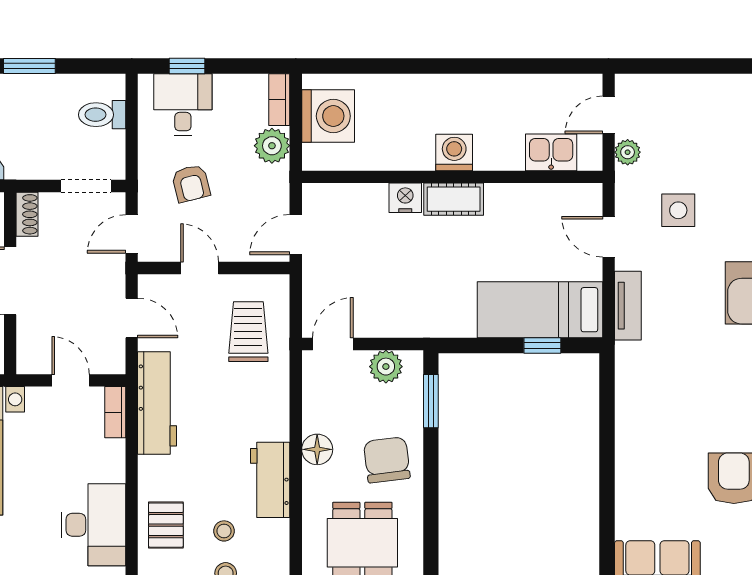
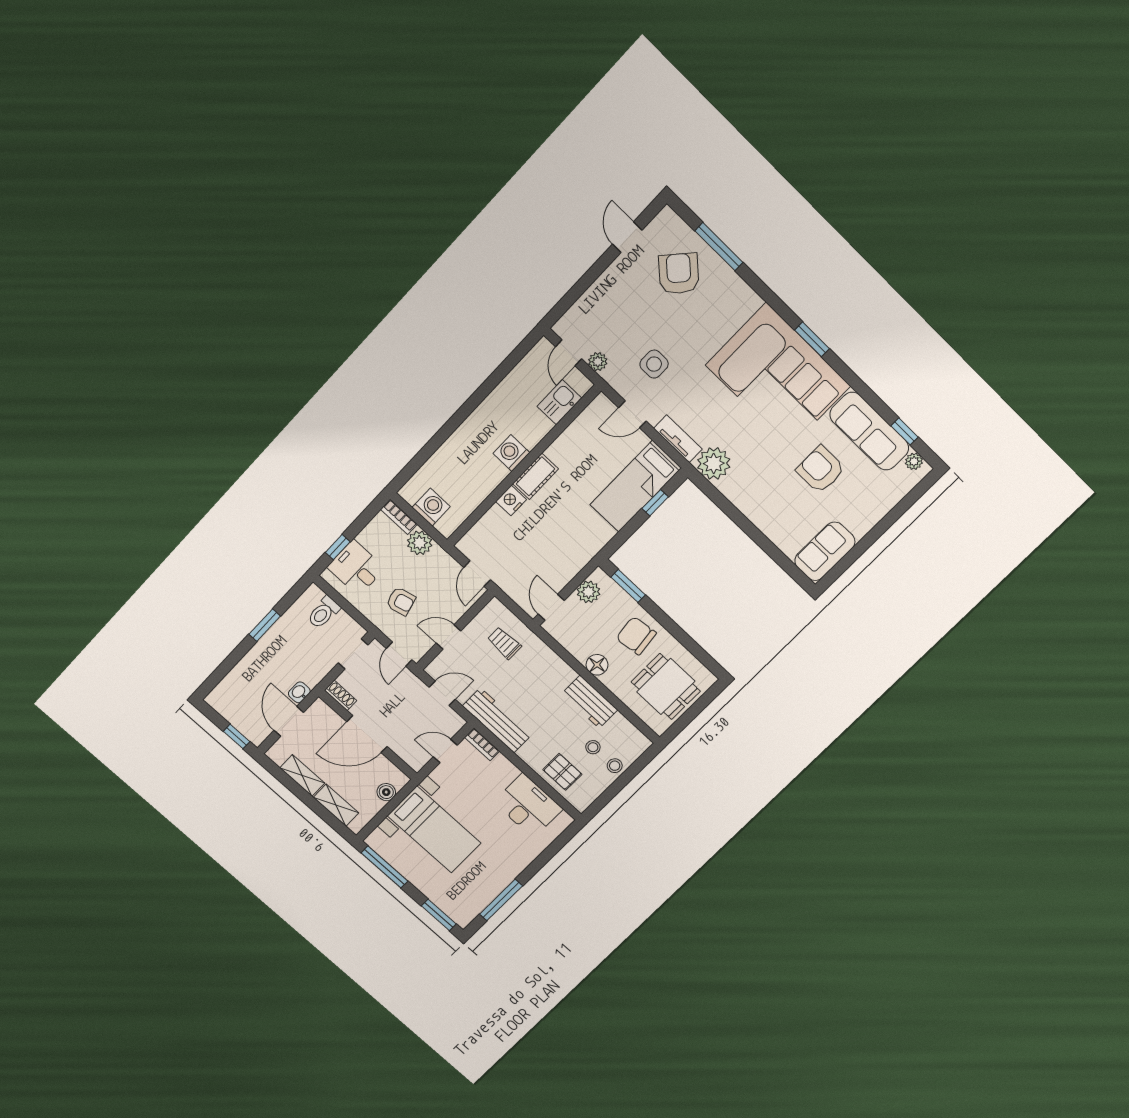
washing machine: (328, 116) -> (431, 507), width x0.73, depth x0.73
trolley: (248, 332) -> (504, 643), width x0.73, depth x0.72
plant: (638, 366) -> (714, 463), added

